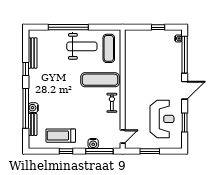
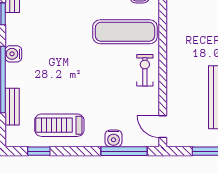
water cooler: (33, 108) -> (13, 54), moved
door: (123, 136) -> (163, 127), swing flipped
window: (66, 151) -> (39, 151), moved

